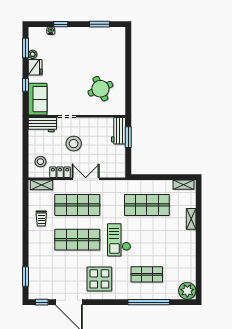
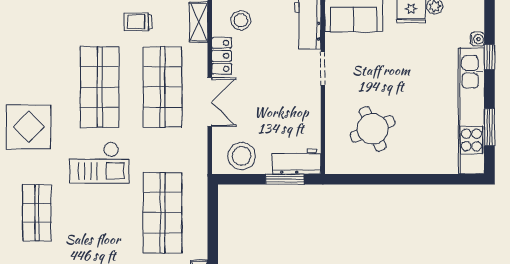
kitchen unit: (91, 34) -> (471, 111), added
stool: (74, 144) -> (242, 156), moved
checkout: (119, 240) -> (99, 163), turned 180

